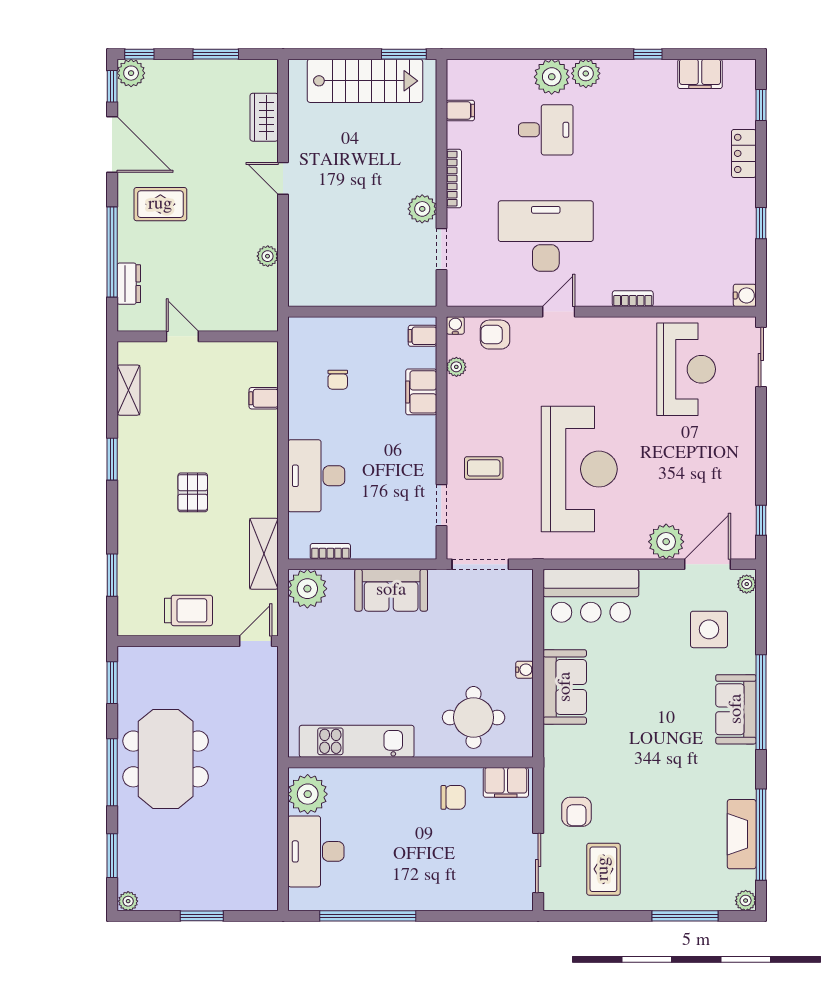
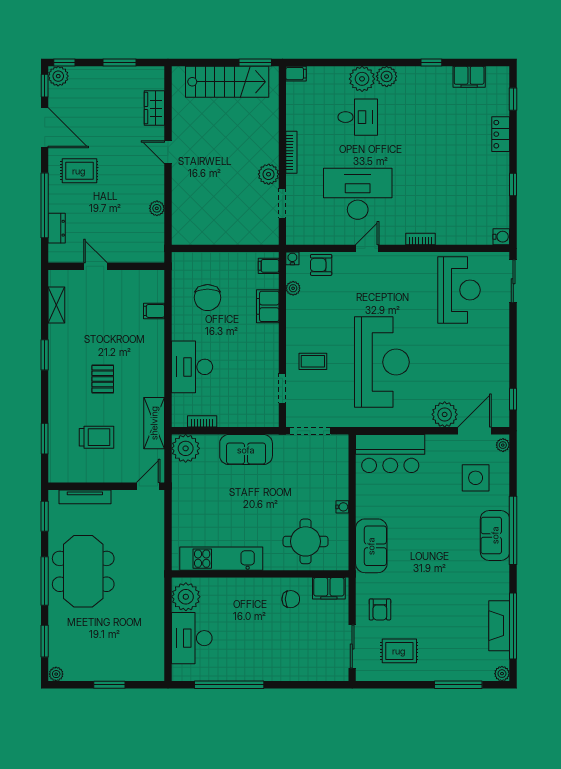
filing cabinet: (460, 111) -> (296, 74), moved
chair: (338, 380) -> (208, 298), width x1.87, depth x1.87
trolley: (189, 610) -> (97, 437), moved
tv unit: (168, 656) -> (85, 497), added
sofa: (565, 687) -> (371, 546), moved
rug: (603, 869) -> (399, 651), turned 90

